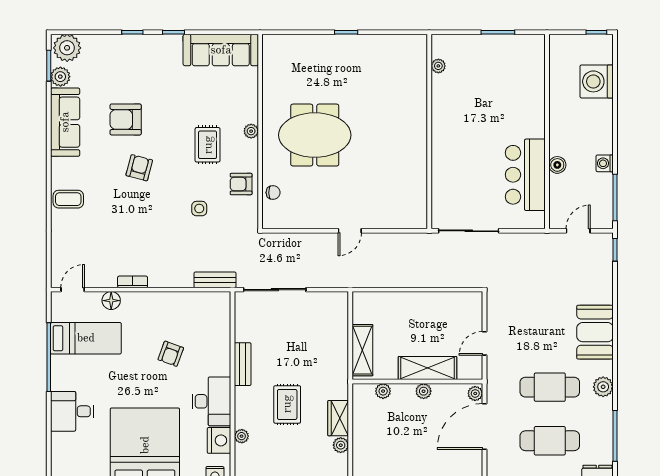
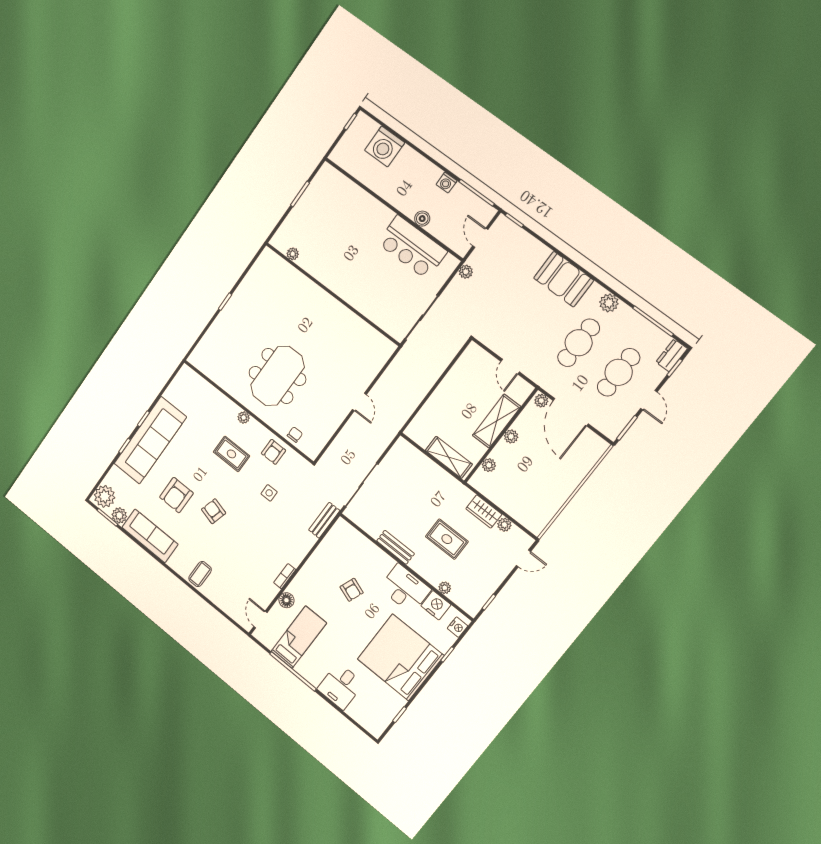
sofa: (221, 50) -> (150, 440), moved, width x1.36, depth x1.27
plant: (539, 240) -> (466, 272), added

